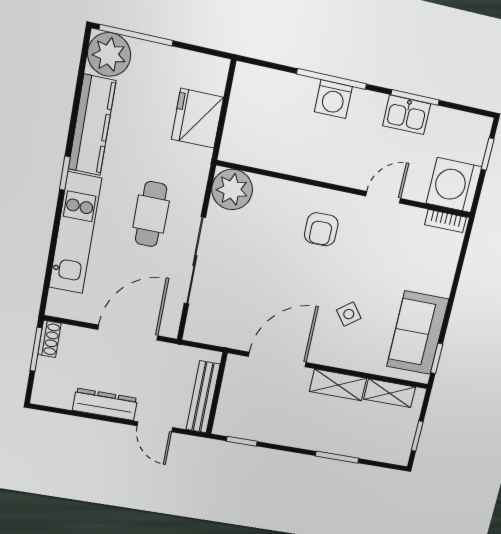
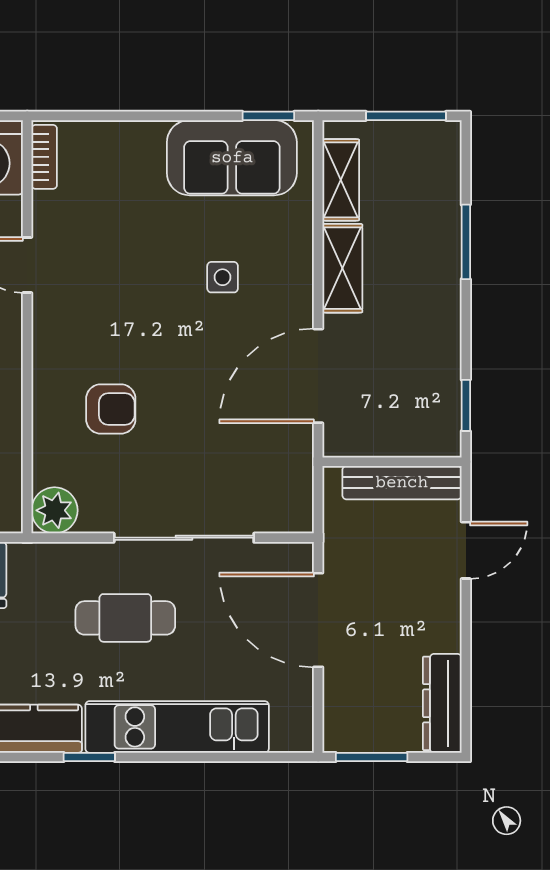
plant: (232, 189) -> (54, 510), width x0.73, depth x0.73
armchair: (321, 229) -> (111, 409), moved
side table: (349, 314) -> (223, 277), turned 37
shoe rack: (50, 339) -> (351, 739), removed
door: (277, 359) -> (318, 376), hinge flipped
dresser: (105, 404) -> (442, 703), moved
window: (417, 436) -> (406, 116), width x1.50

